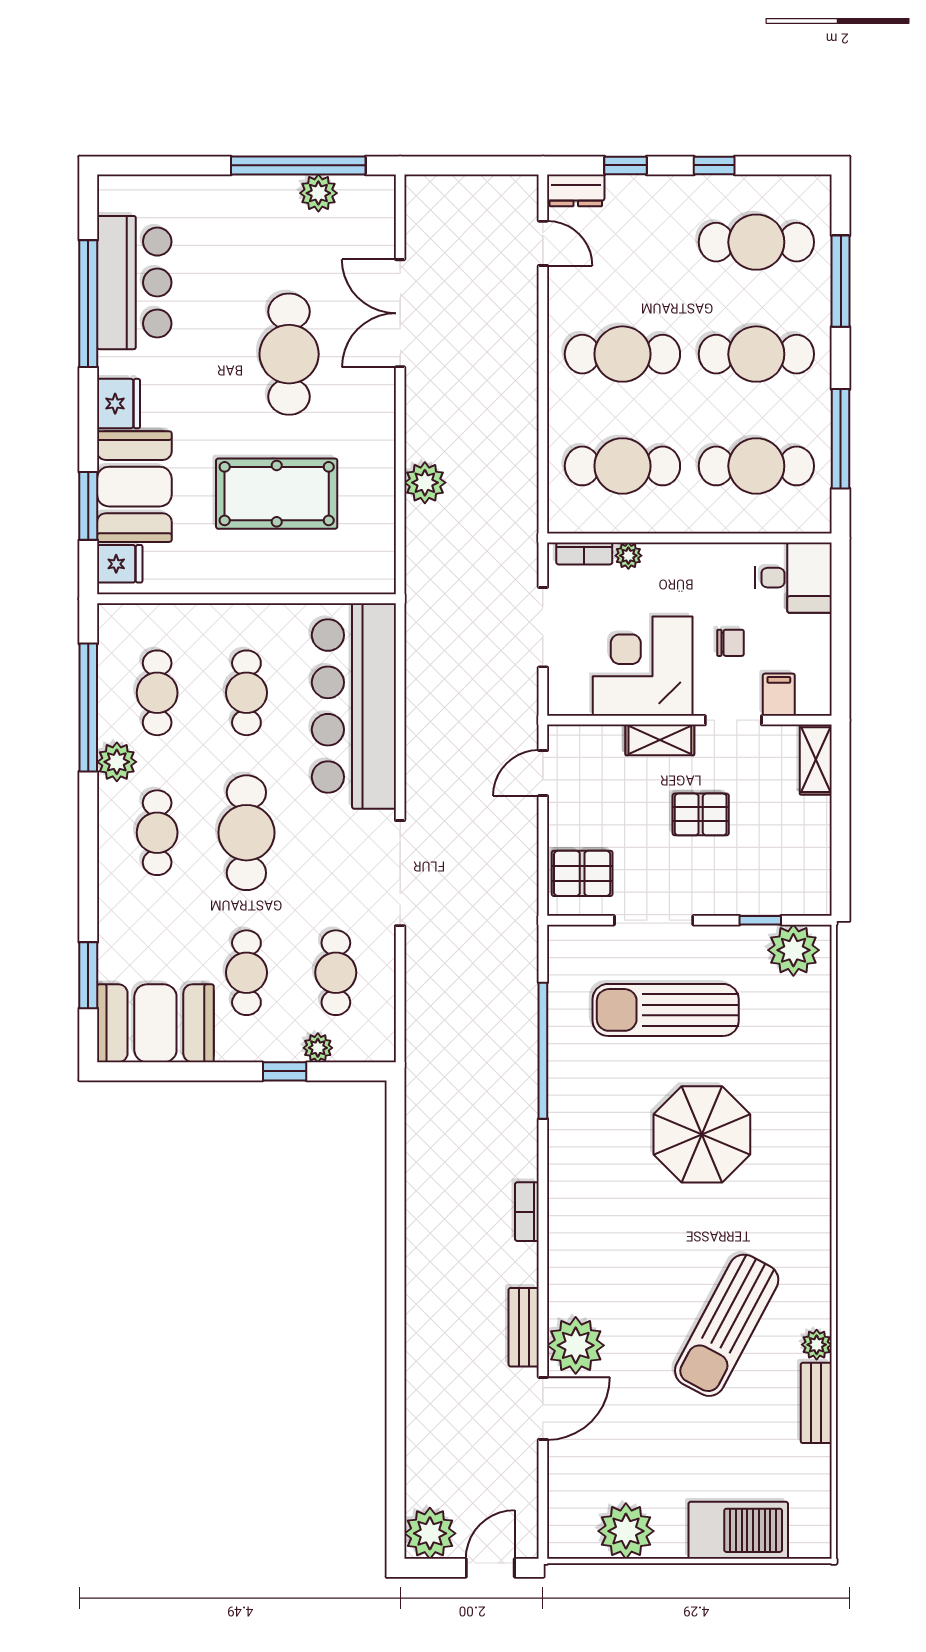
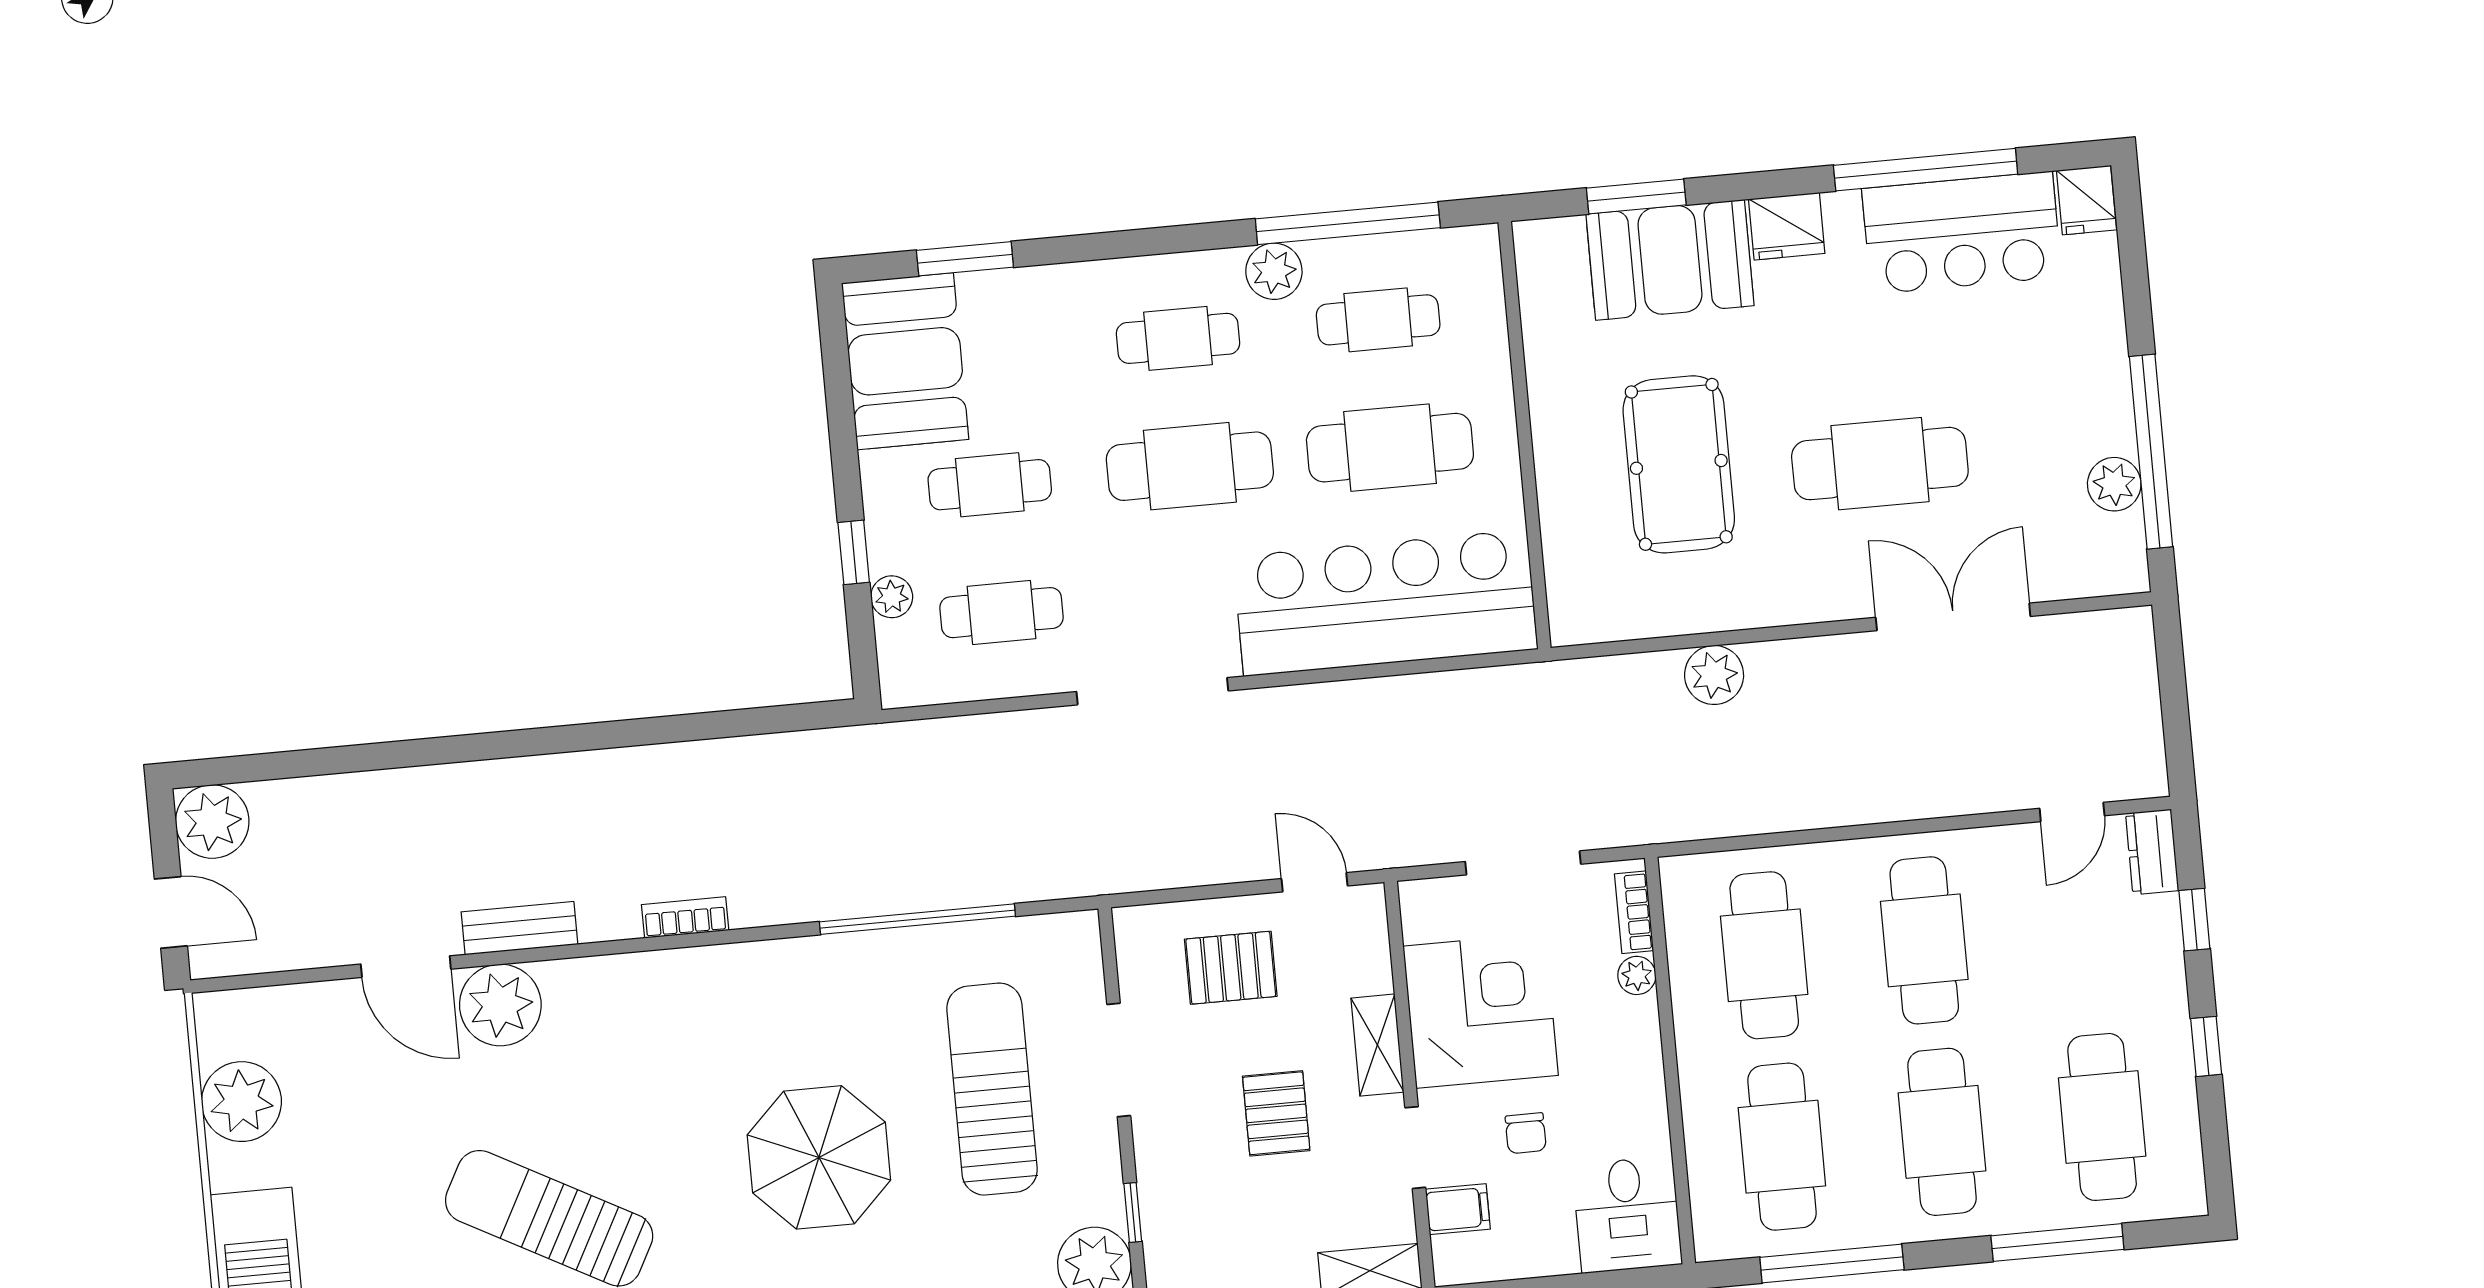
fridge: (120, 564) -> (2086, 200), moved
cafe table: (246, 693) -> (1390, 448), width x1.37, depth x1.35
pallet: (582, 873) -> (1231, 968), moved, turned 90

